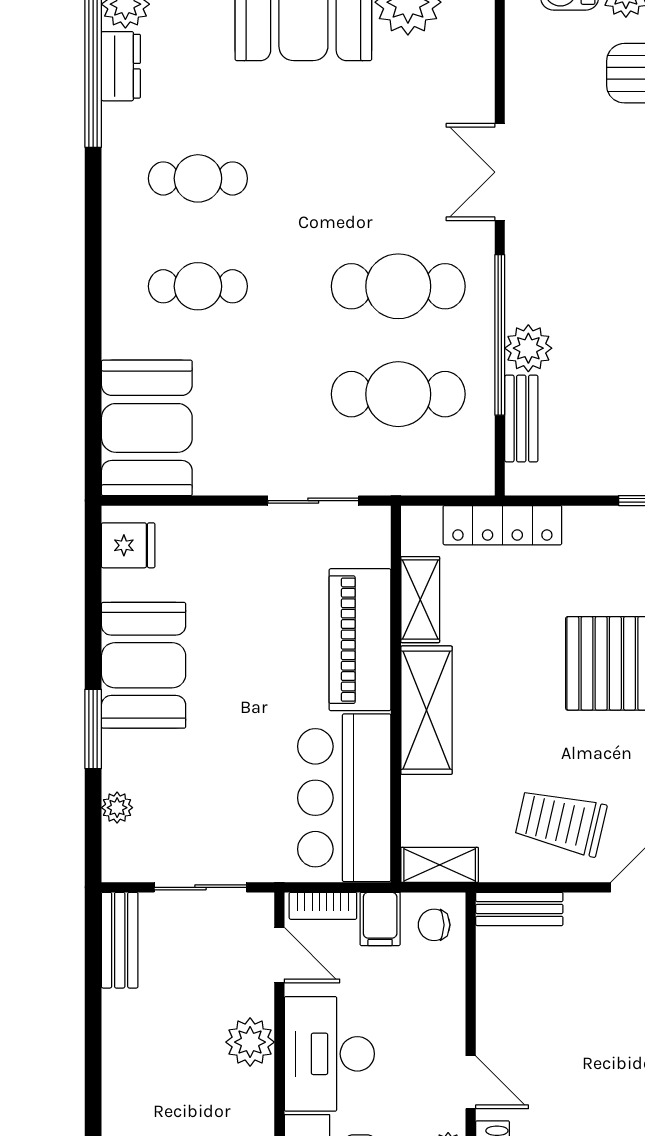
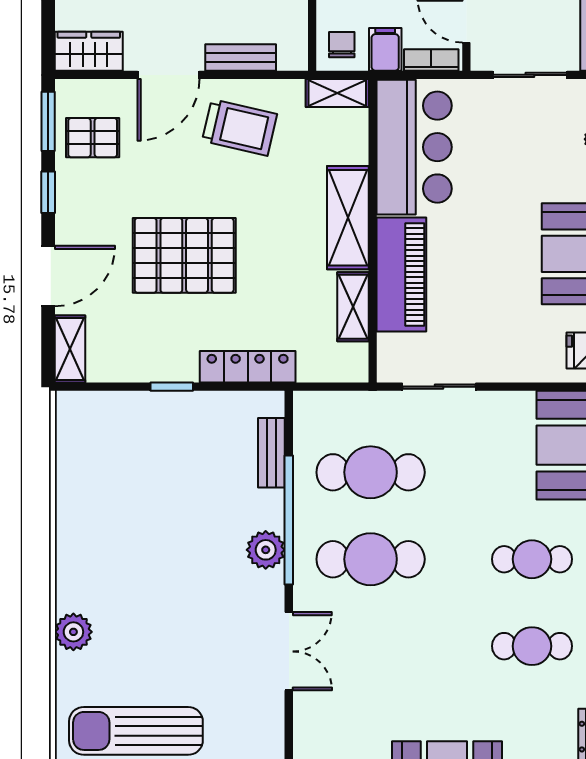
plant: (528, 348) -> (266, 550), moved
locker: (502, 525) -> (248, 367), moved
bench: (519, 909) -> (241, 57), moved
chair: (434, 925) -> (342, 45), turned -90

